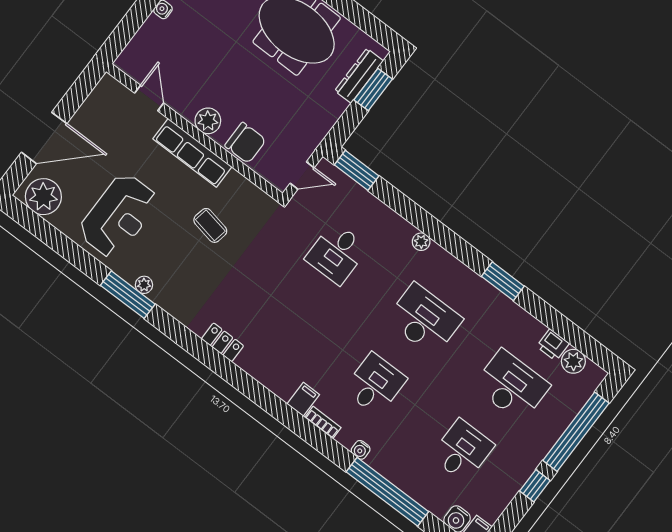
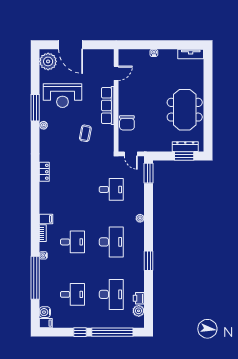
plant: (208, 121) -> (124, 102), removed
desk: (337, 253) -> (111, 189), turned 180
window: (128, 295) -> (35, 108), moved

